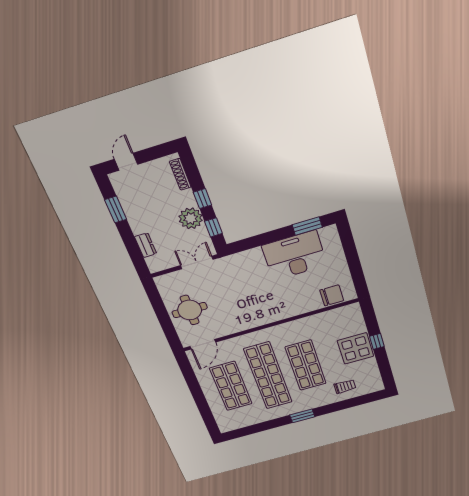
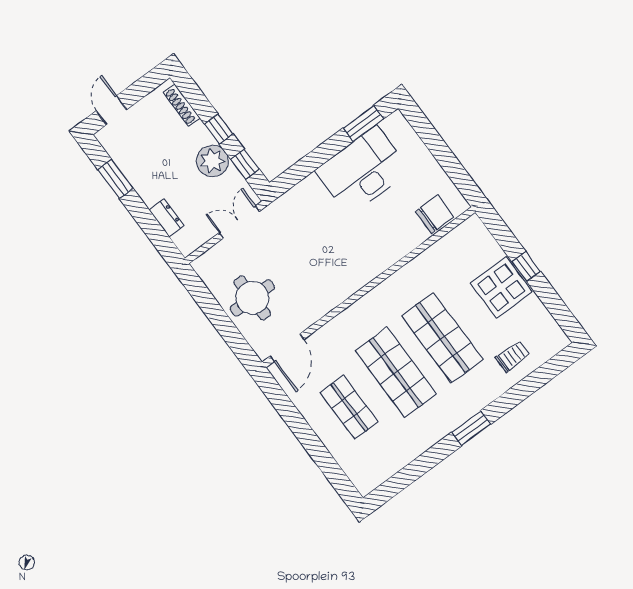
shop shelf: (268, 376) -> (396, 372), width x0.71
shop shelf: (231, 386) -> (349, 407), width x0.70, depth x0.74

